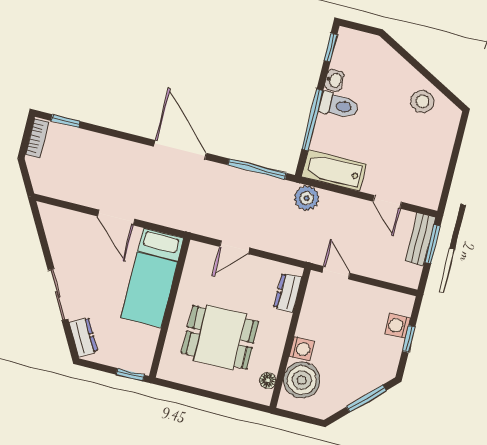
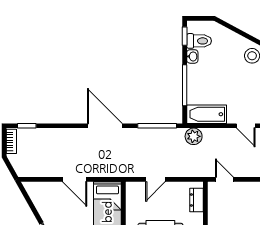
toilet: (339, 105) -> (199, 41), moved

